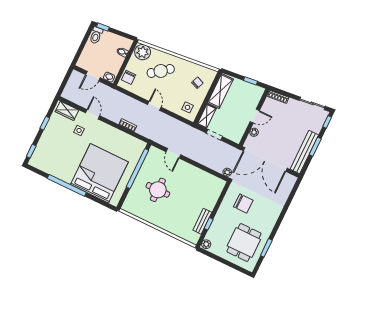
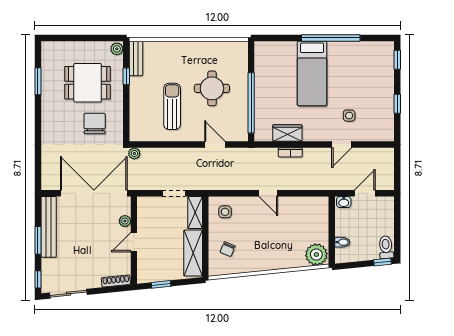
cafe table: (161, 71) -> (282, 242), removed
chair: (129, 77) -> (319, 214), removed
wardrobe: (67, 111) -> (287, 133), moved
door: (93, 114) -> (342, 145), hinge flipped
bed: (99, 173) -> (312, 73), width x0.49
sun lounger: (189, 191) -> (172, 106), added
chair: (243, 204) -> (95, 124), turned 90
bench: (202, 221) -> (136, 58), moved
dining table: (244, 243) -> (88, 83), moved, turned 90

